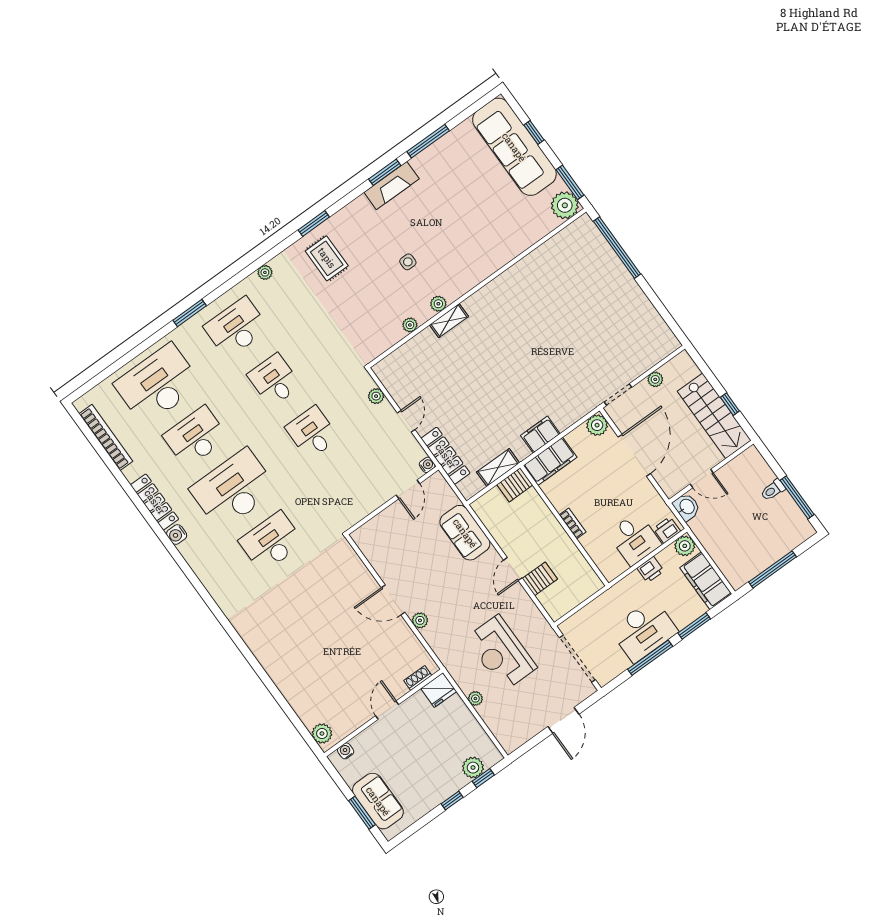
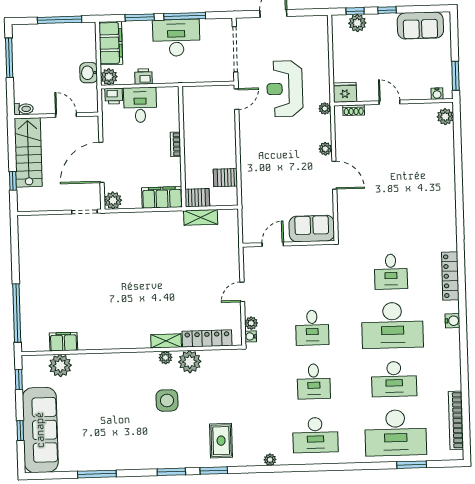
window: (385, 172) -> (171, 472), moved
window: (570, 182) -> (19, 380), width x0.67
fireplace: (392, 186) -> (143, 460), removed
plant: (565, 205) -> (60, 366), moved
side table: (408, 262) -> (167, 400), width x1.87, depth x1.87
window: (190, 313) -> (412, 465), moved
plant: (410, 325) -> (190, 362), width x1.87, depth x1.87
plant: (655, 379) -> (52, 205), removed
window: (730, 404) -> (13, 181), moved
filing cabinet: (540, 435) -> (64, 342), moved, turned 180
locker: (446, 456) -> (207, 338), moved, turned 90
water cooler: (427, 465) -> (251, 336), moved
toilet: (773, 490) -> (23, 109), moved
locker: (155, 502) -> (450, 276), moved
washbasin: (687, 507) -> (89, 73), moved
sofa: (465, 533) -> (312, 229), moved, turned -90
desk: (271, 542) -> (391, 272), width x0.73
door: (513, 569) -> (236, 99), moved
server rack: (540, 579) -> (225, 178), moved
reception desk: (501, 653) -> (285, 89), turned 180
plant: (475, 698) -> (325, 109), moved
door: (387, 710) -> (390, 102), swing flipped
sofa: (378, 801) -> (420, 25), moved, turned -90
window: (362, 813) -> (455, 76), moved

